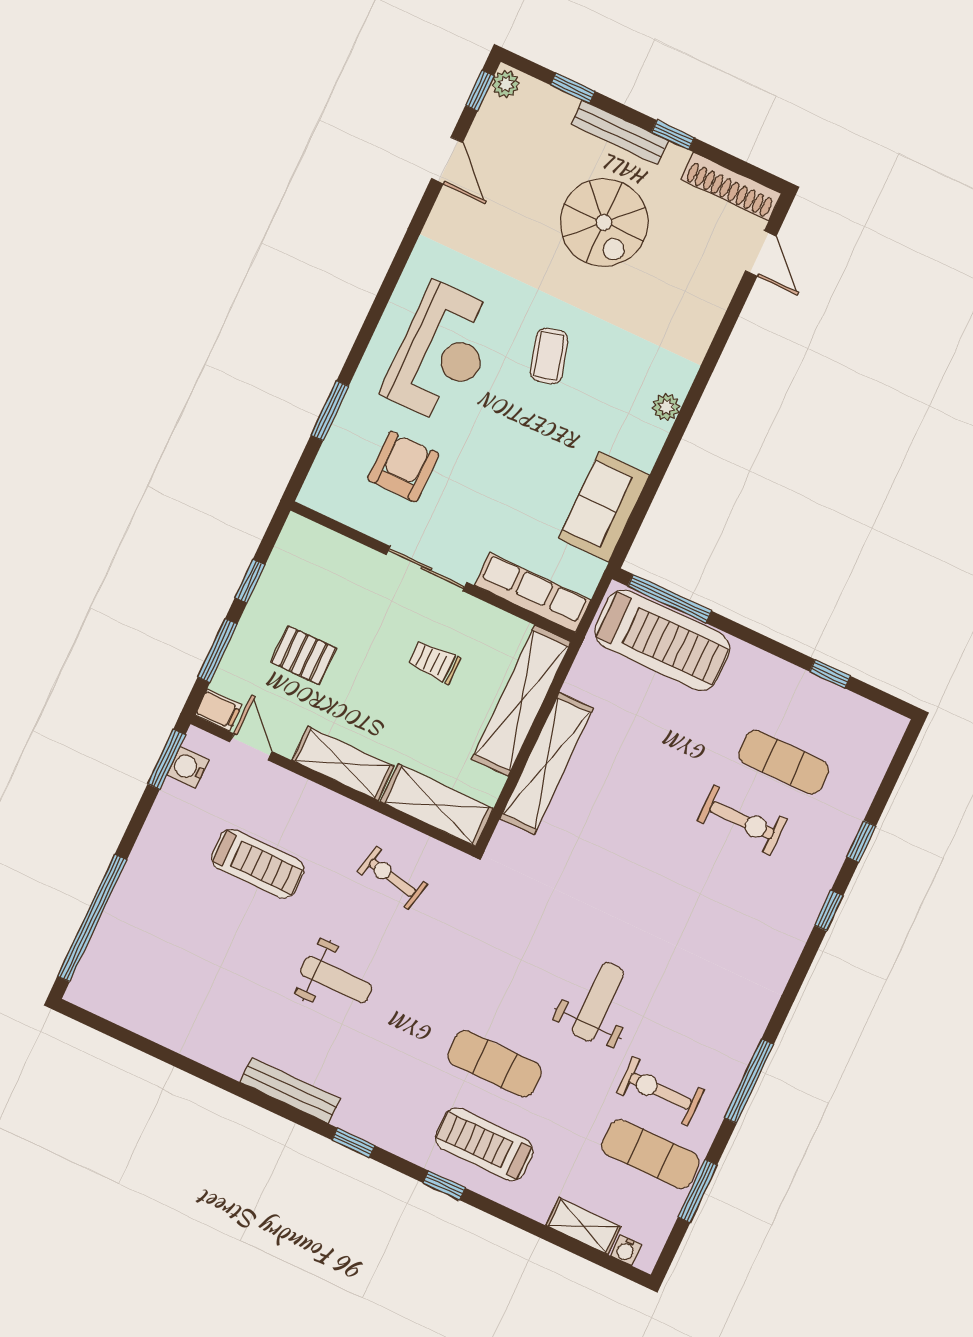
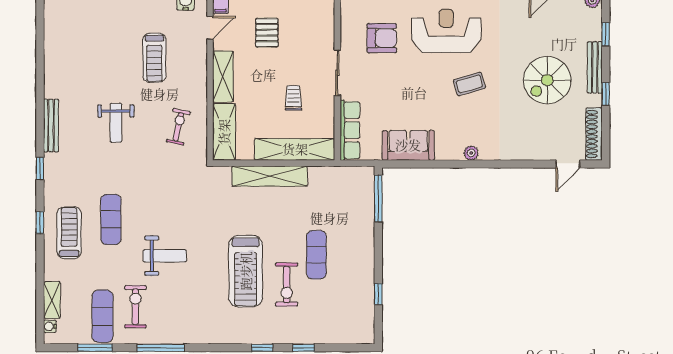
reception desk: (442, 353) -> (446, 31), turned 180
treadmill: (662, 640) -> (246, 271), moved
exercise mat: (784, 762) -> (316, 255), moved

